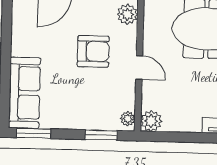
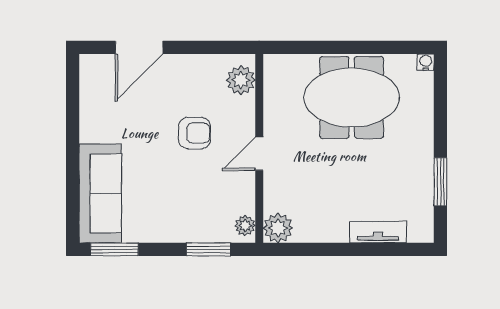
armchair: (93, 51) -> (194, 133), width x0.72, depth x0.72
door: (139, 67) -> (259, 154), swing flipped

